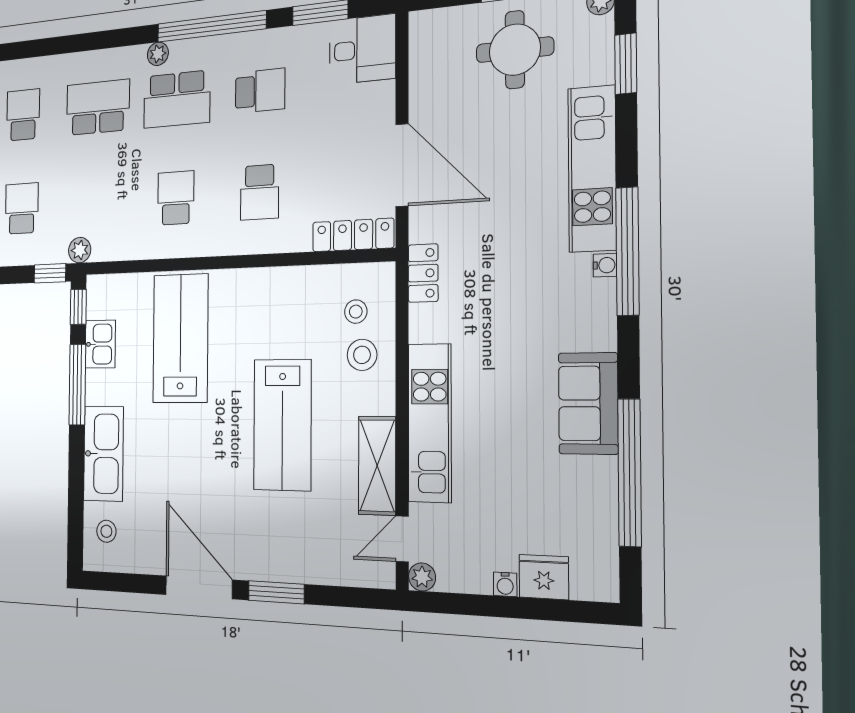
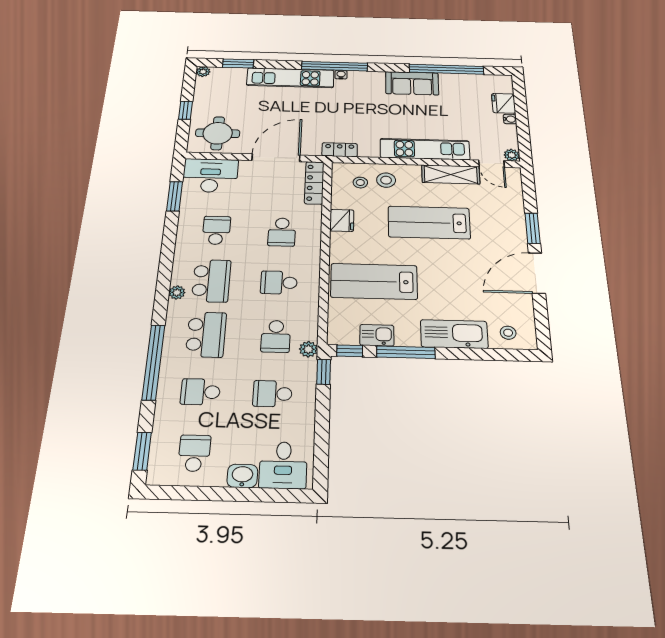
window: (211, 26) -> (153, 362), moved
desk: (362, 49) -> (210, 175), width x1.37
round table: (515, 50) -> (218, 133), moved
school desk: (98, 107) -> (206, 335), turned 180
school desk: (259, 192) -> (282, 232), turned 90
school desk: (97, 203) -> (276, 336), added
fridge: (283, 285) -> (342, 220), added
lab bench: (282, 425) -> (429, 223), turned 180

